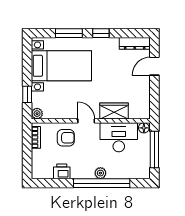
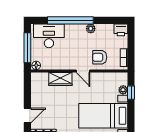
plant: (37, 114) -> (123, 90), moved
desk: (119, 137) -> (49, 36), moved, turned 180
printer: (62, 171) -> (121, 30), moved
plant: (100, 173) -> (91, 29), moved

